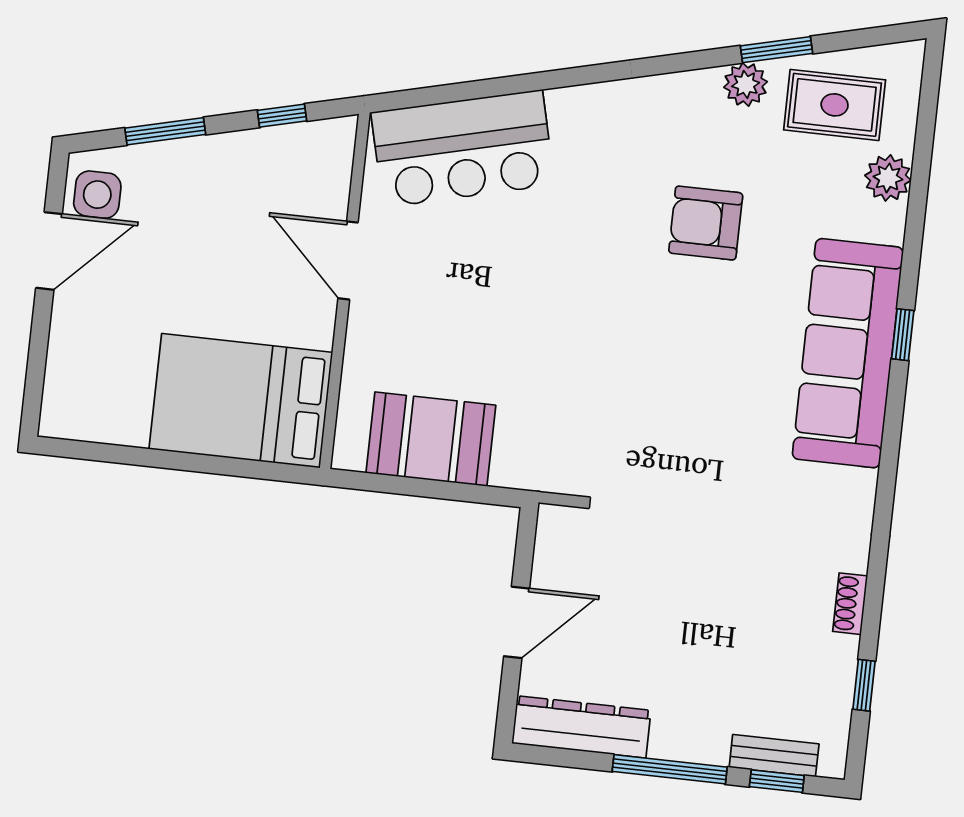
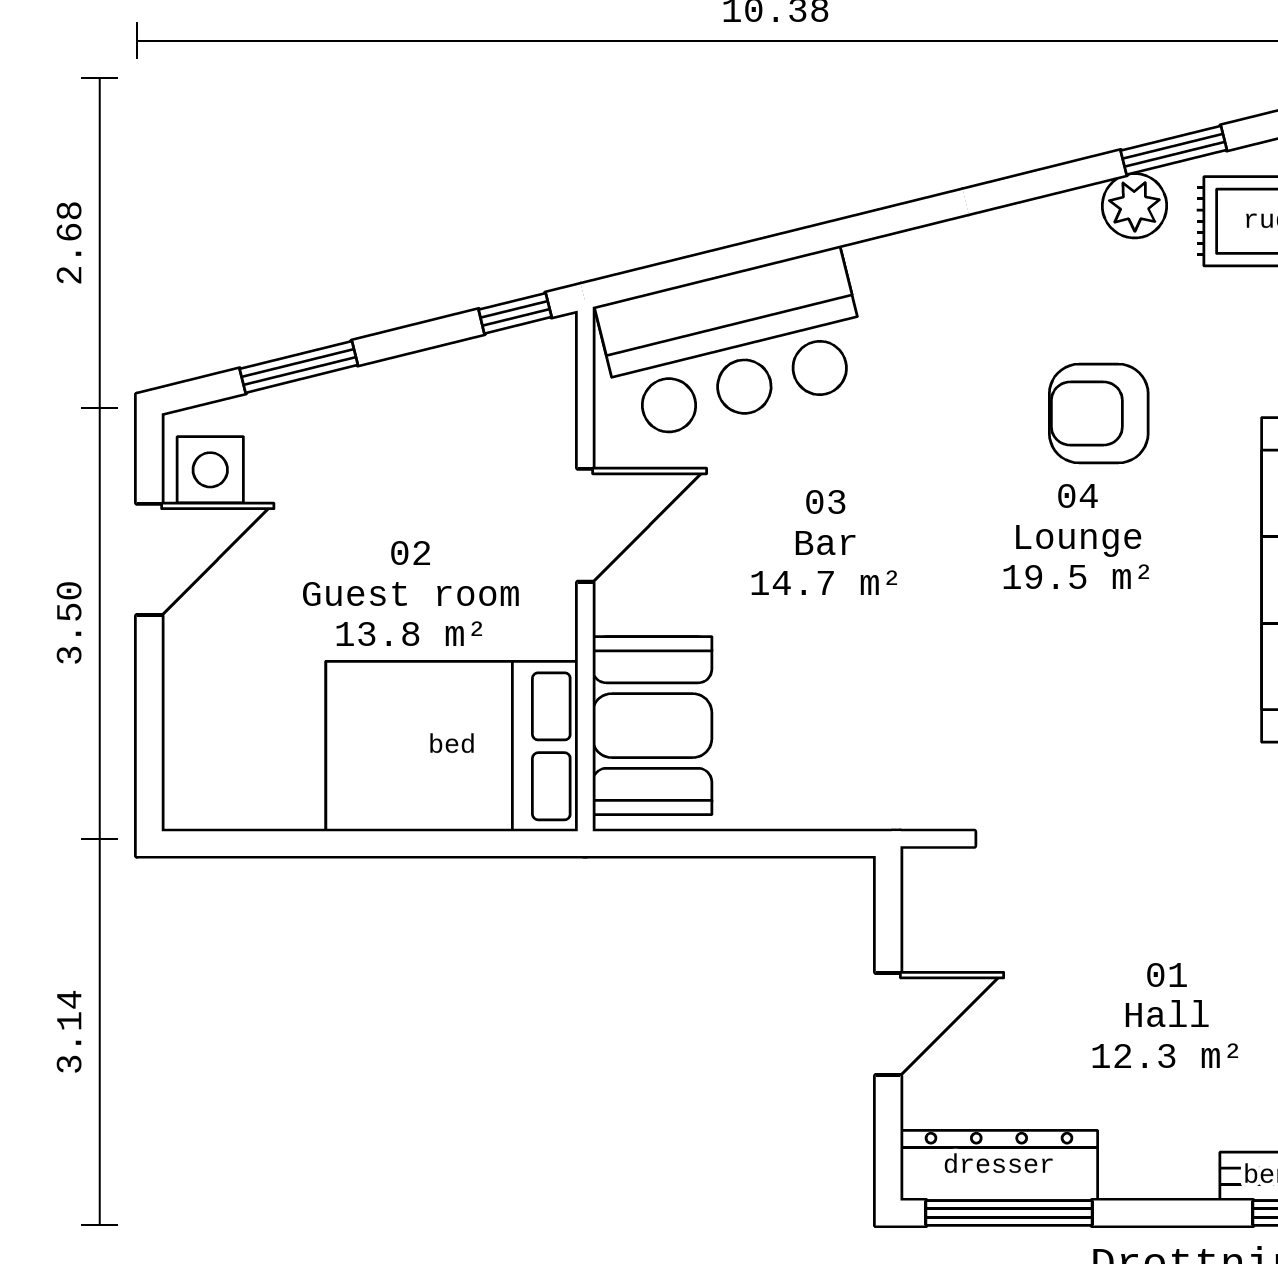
window: (282, 116) -> (515, 313), moved
door: (348, 260) -> (585, 525), swing flipped
booth: (431, 439) -> (652, 726), moved, turned 90
window: (670, 769) -> (1009, 1213), moved

